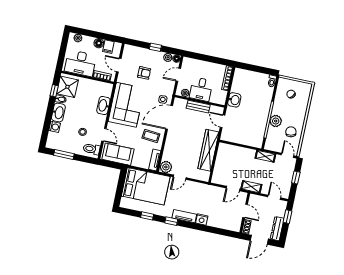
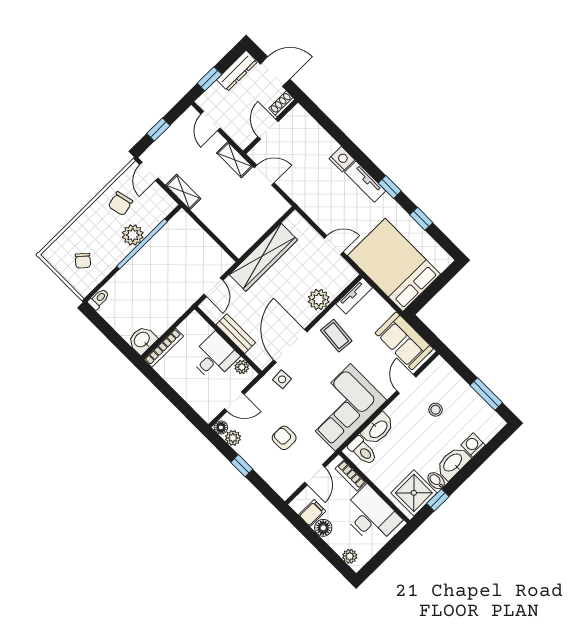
washbasin: (234, 100) -> (142, 340), moved
door: (169, 117) -> (290, 346), swing flipped
toilet: (92, 149) -> (363, 451), moved
plant: (166, 167) -> (319, 299), moved

